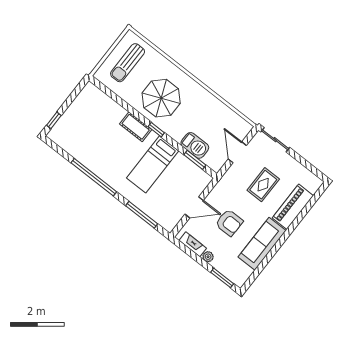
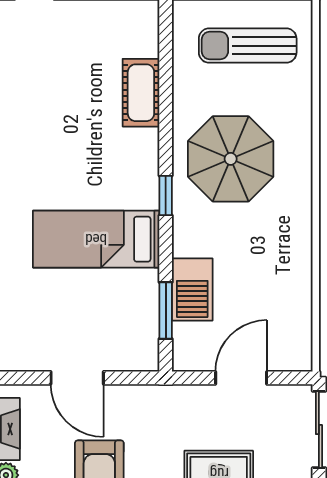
cot: (136, 127) -> (141, 93), moved

